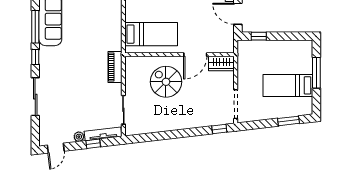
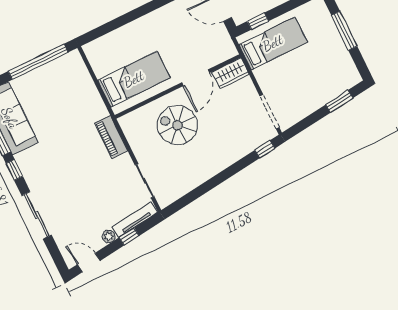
bed: (288, 85) -> (273, 43), moved, turned 180
door: (56, 148) -> (89, 263), swing flipped

